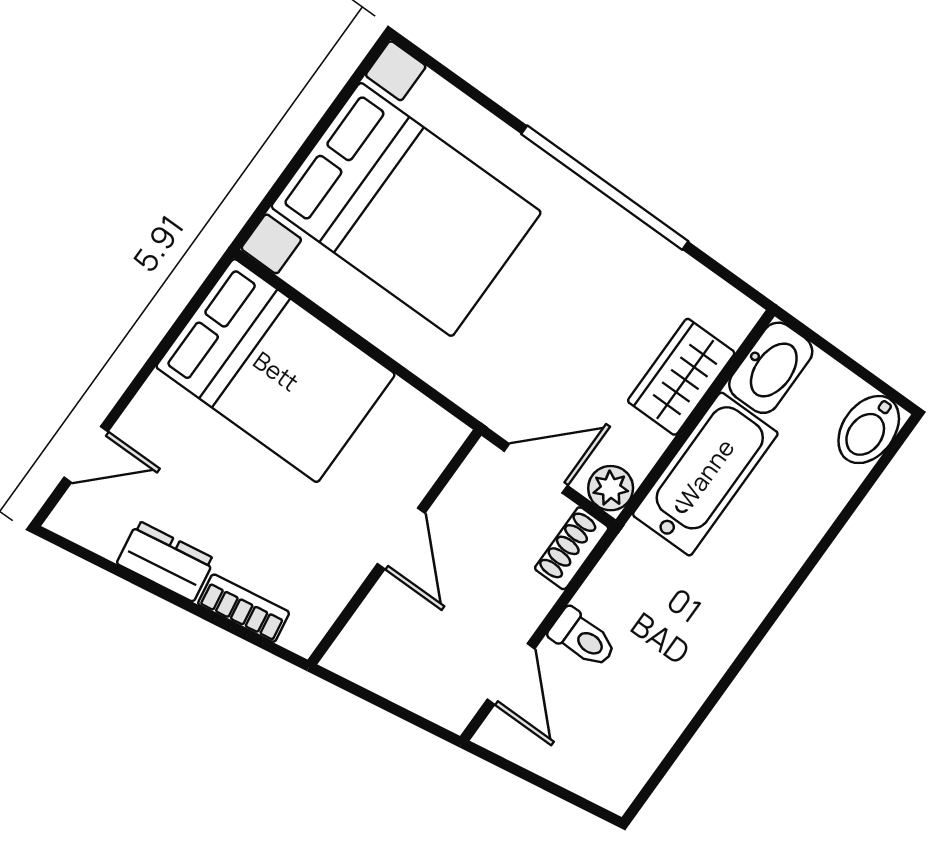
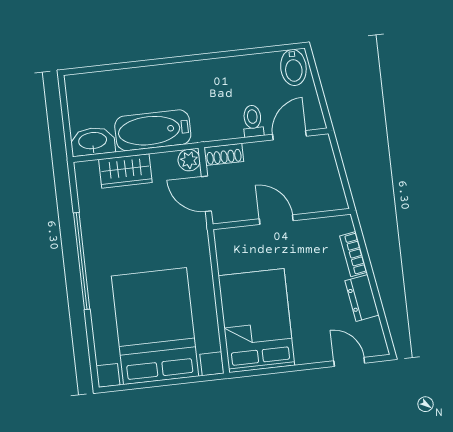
bidet: (869, 430) -> (293, 68), moved, turned 90
door: (401, 538) -> (276, 220), hinge flipped

